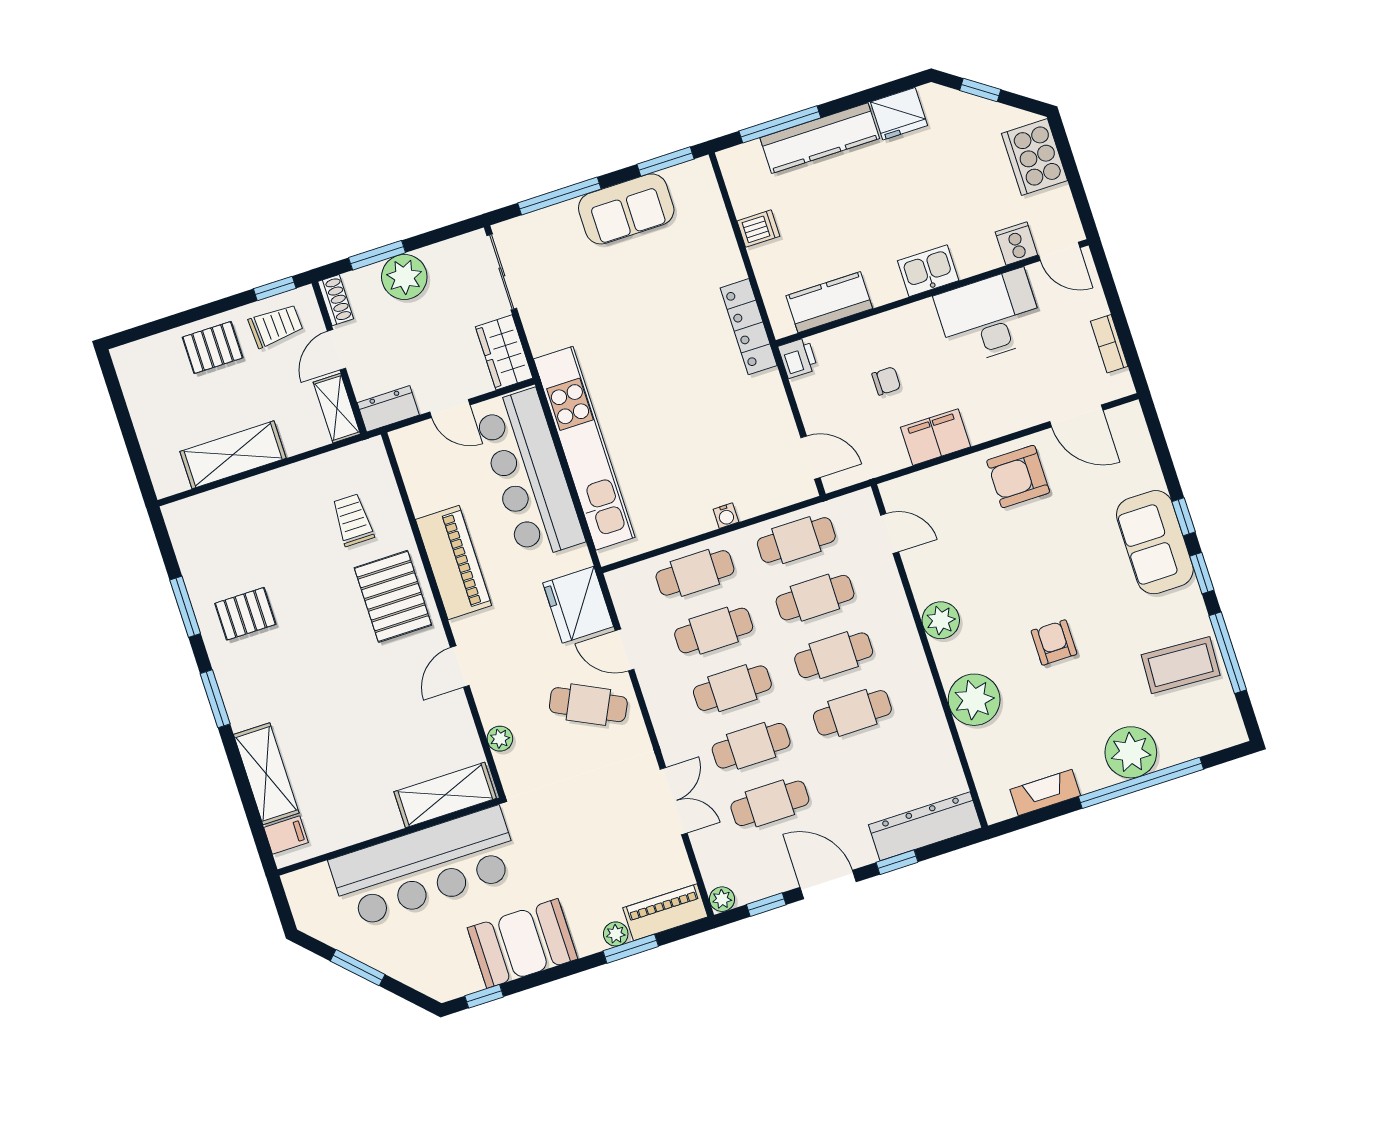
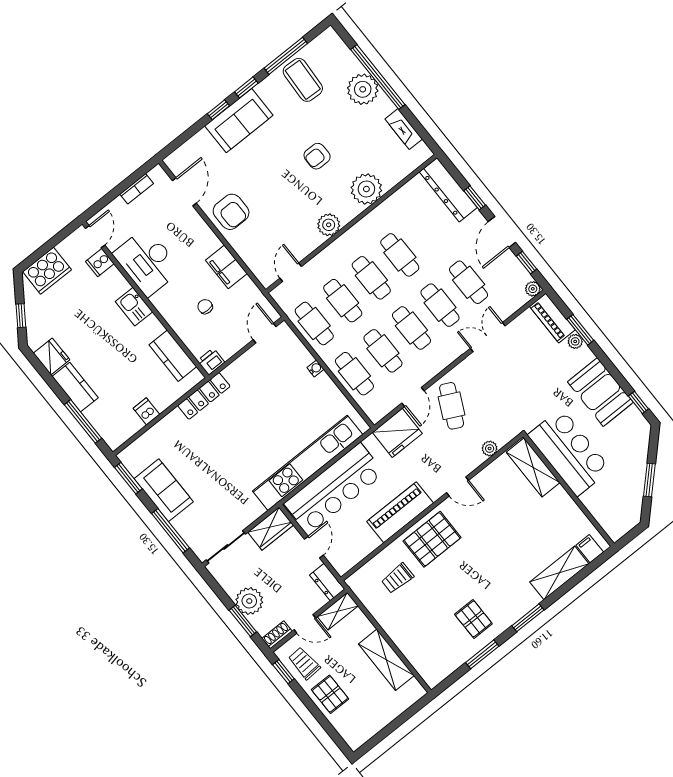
kitchen counter: (820, 138) -> (75, 387), width x0.67
bar counter: (425, 867) -> (569, 452), width x0.73

